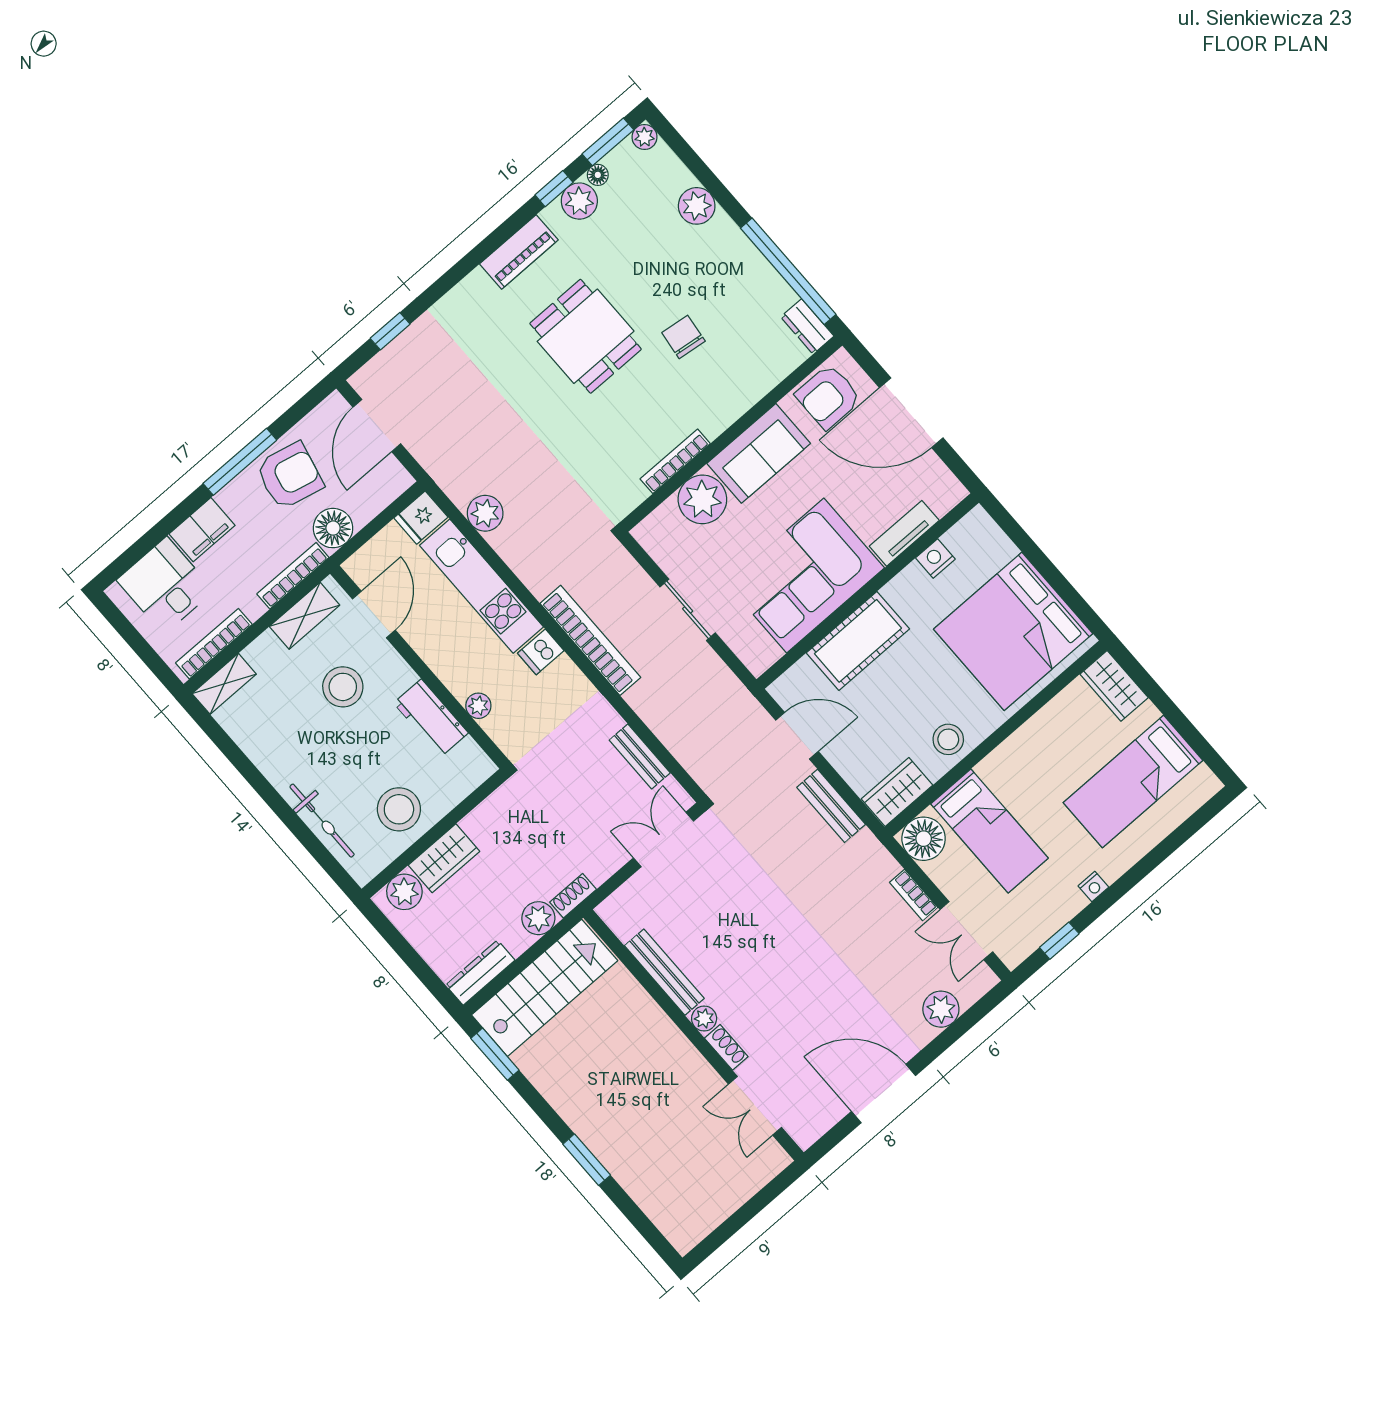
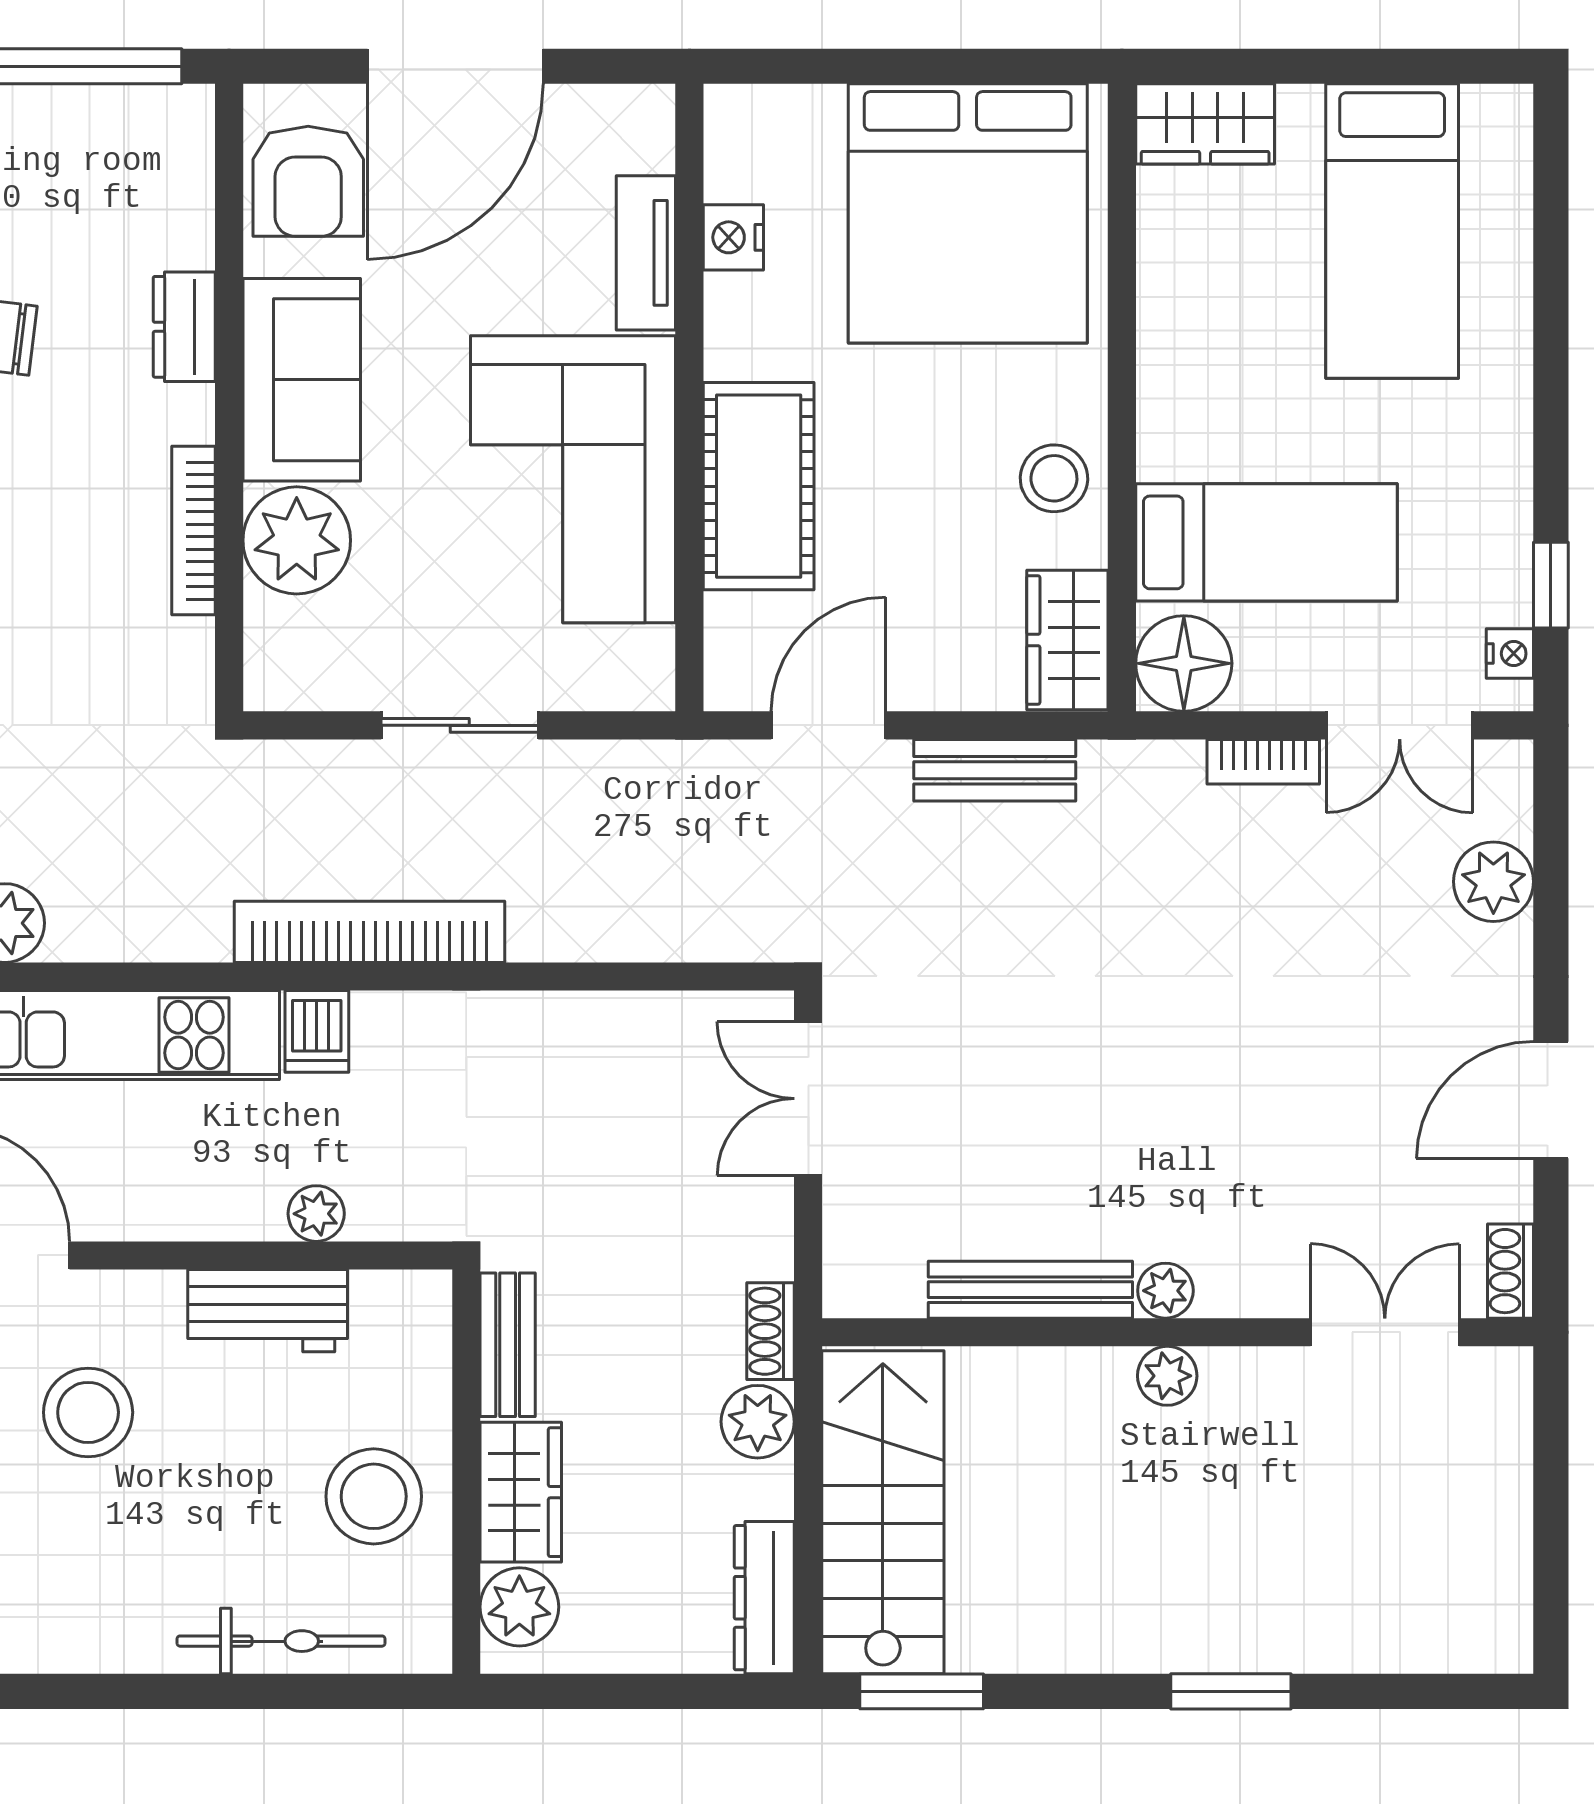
dresser: (807, 326) -> (184, 327), moved, turned 90
bench: (640, 756) -> (508, 1345), moved, turned 90
nightstand: (1093, 887) -> (1510, 654), moved
plant: (676, 1044) -> (1167, 1376), added
shoe rack: (726, 1047) -> (1510, 1271), moved, turned -90
door: (883, 1093) -> (1551, 1100), width x0.73
double door: (755, 1106) -> (1385, 1332), swing flipped

